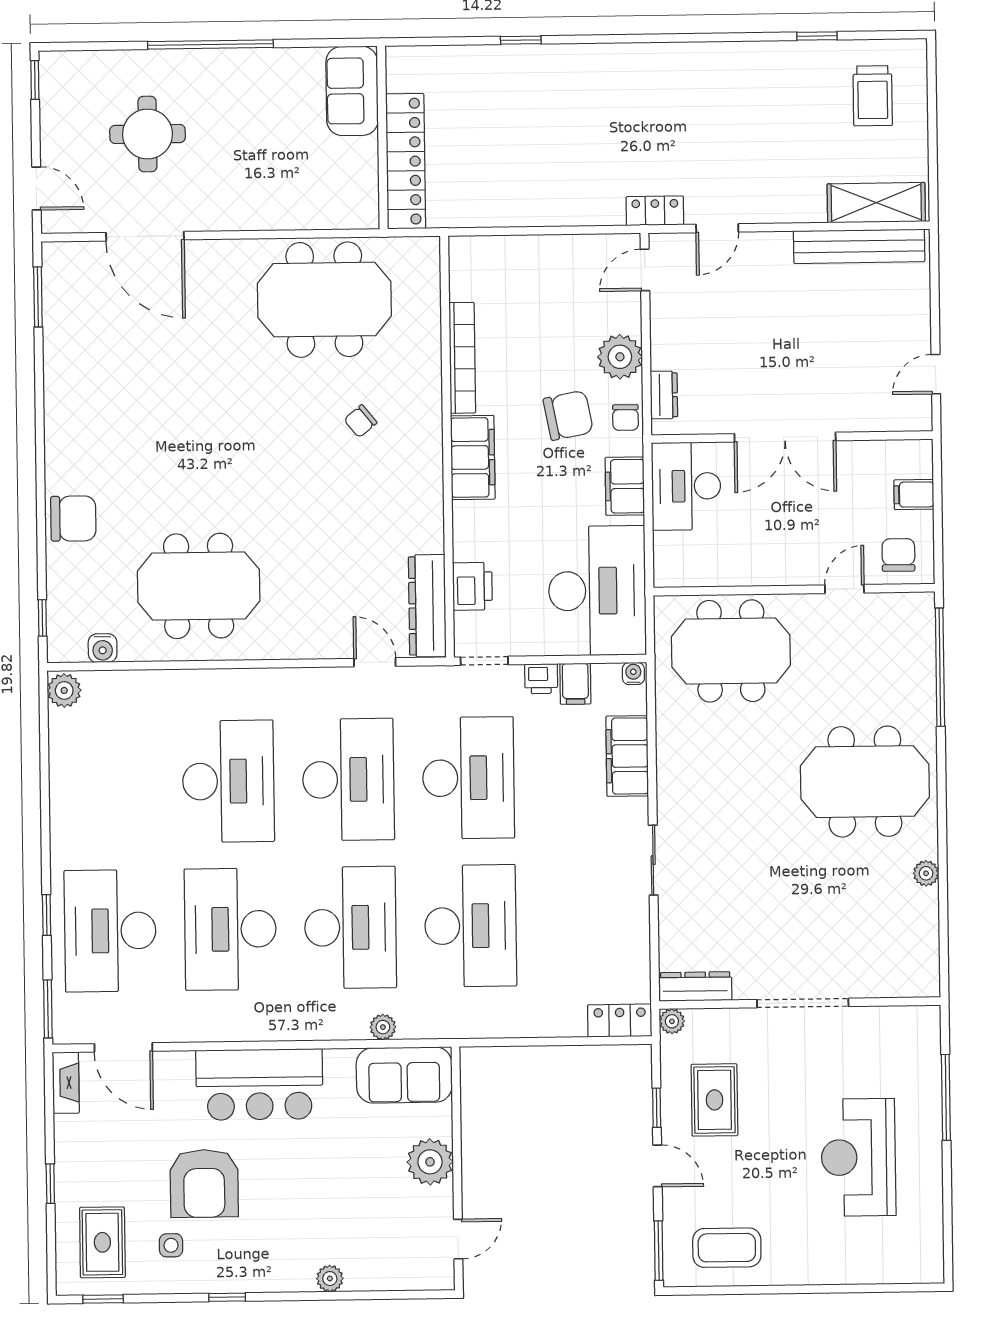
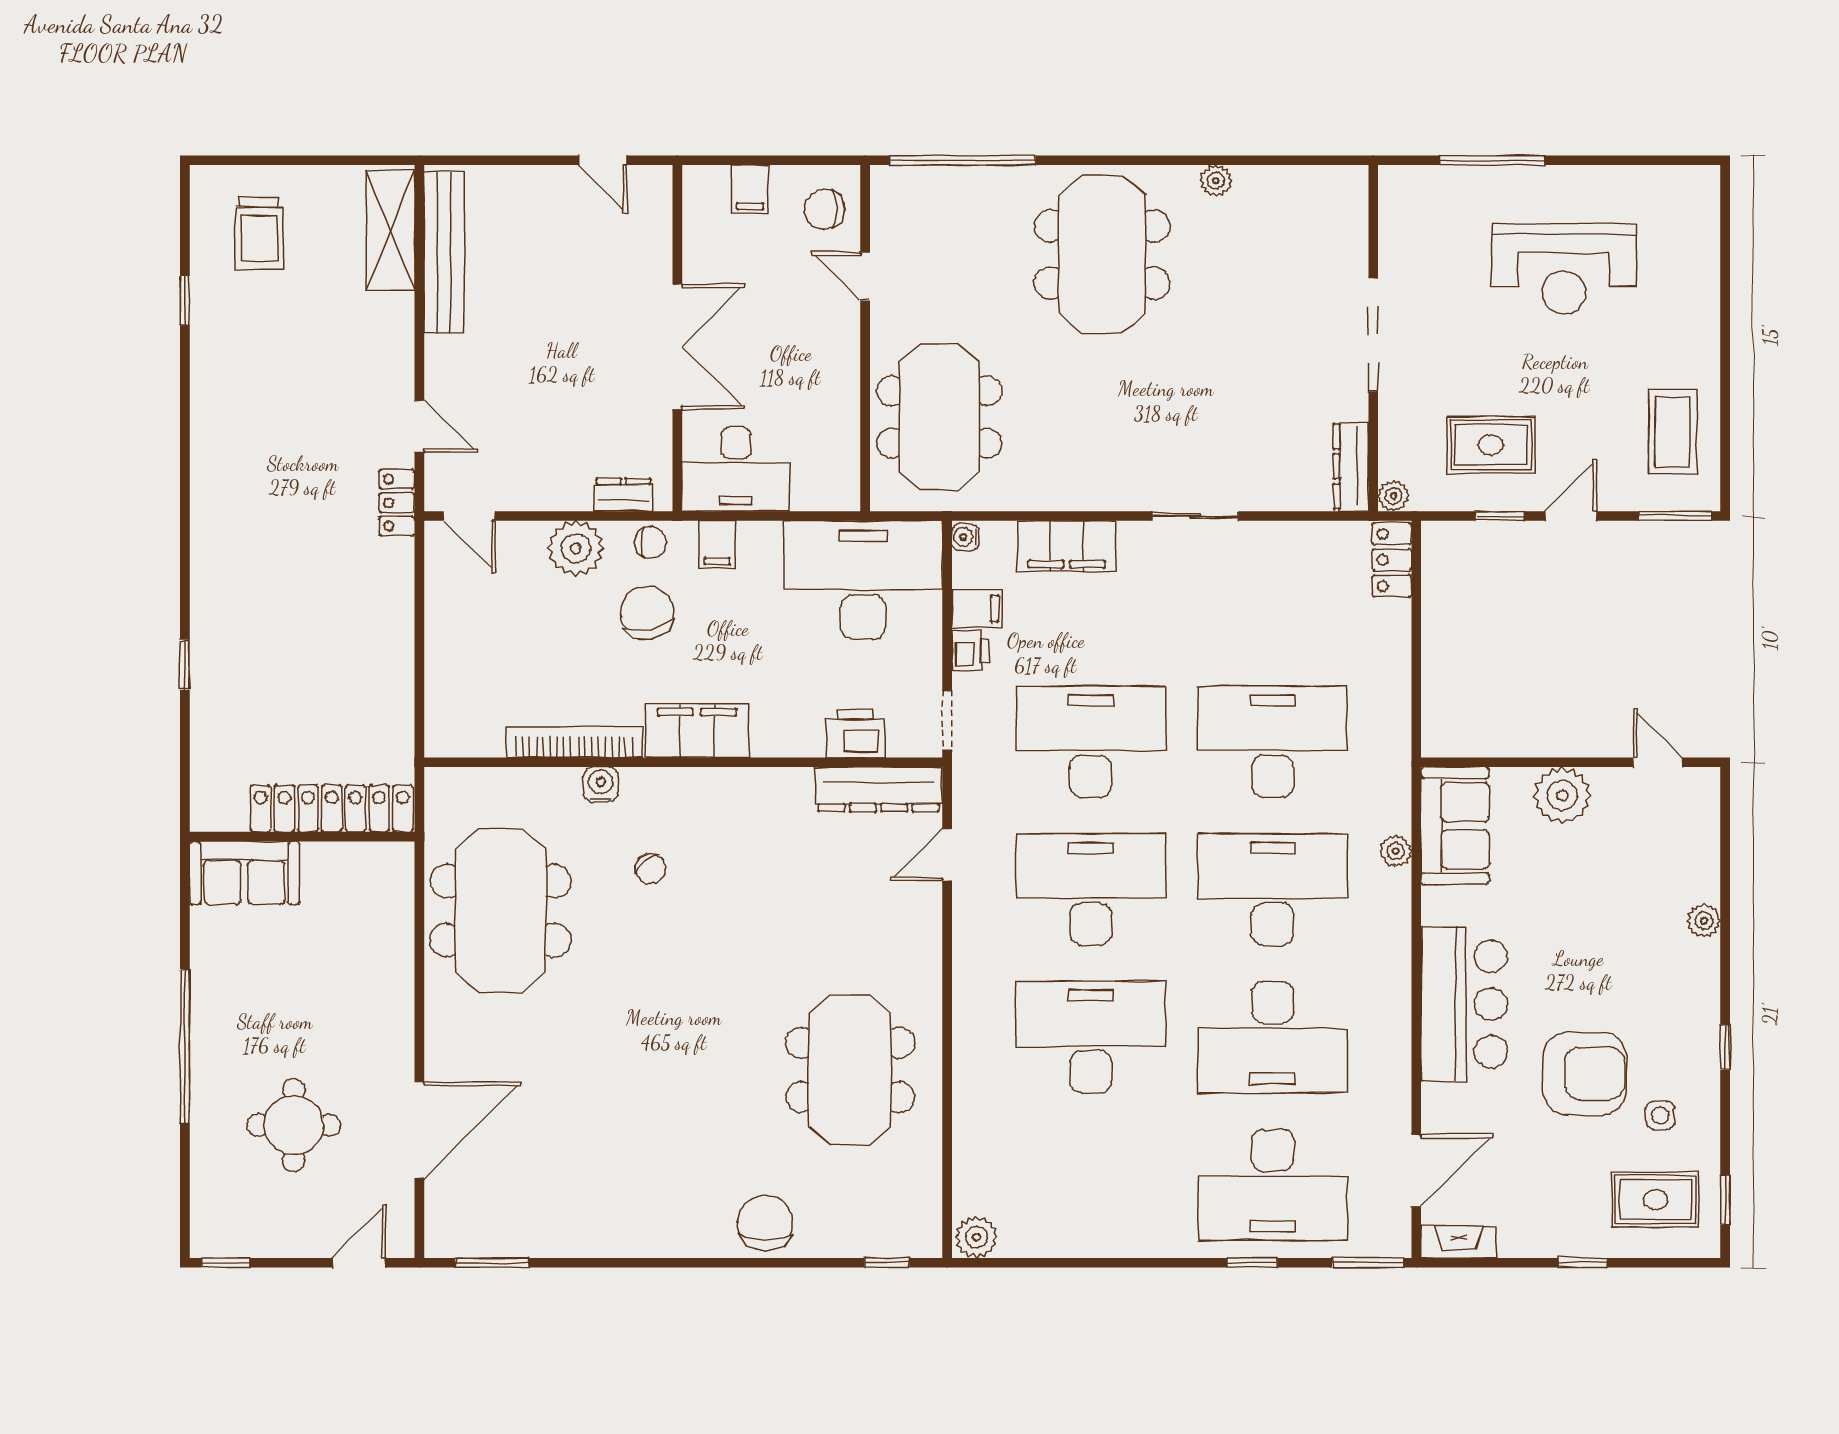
trolley: (873, 96) -> (259, 233), turned 90
filing cabinet: (625, 486) -> (717, 544), width x0.50
water cooler: (103, 648) -> (601, 785), moved, turned -90

